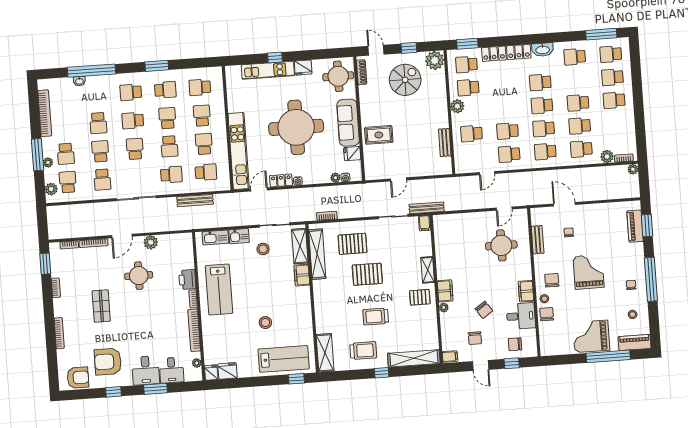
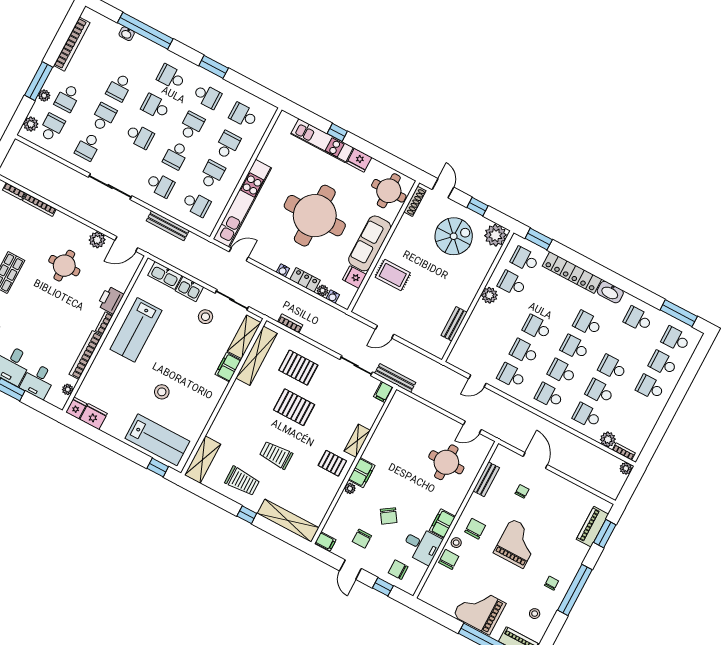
school desk: (471, 134) -> (537, 328), moved
school desk: (135, 149) -> (140, 136), turned 90
locker: (281, 180) -> (305, 280), moved
door: (122, 236) -> (126, 244), moved

